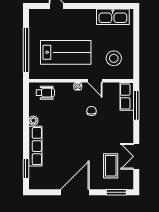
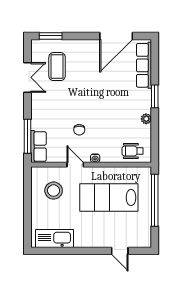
row of seats: (35, 146) -> (144, 65), moved
window: (26, 169) -> (155, 96), moved
door: (75, 192) -> (116, 36), moved

